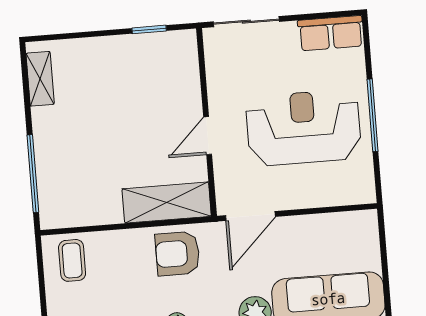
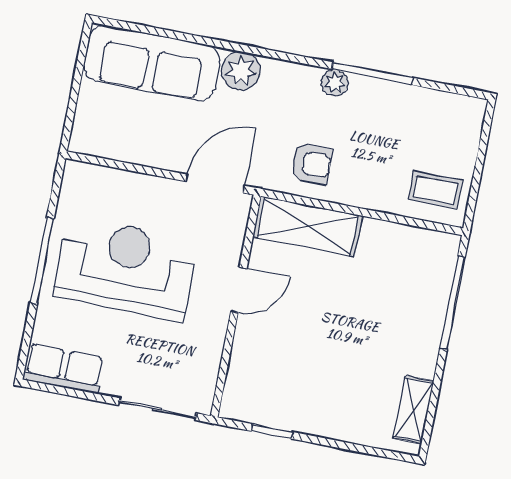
reception desk: (303, 128) -> (126, 268), turned 180
armchair: (177, 254) -> (311, 164), width x0.72, depth x0.72
coffee table: (72, 260) -> (435, 190), turned 90

